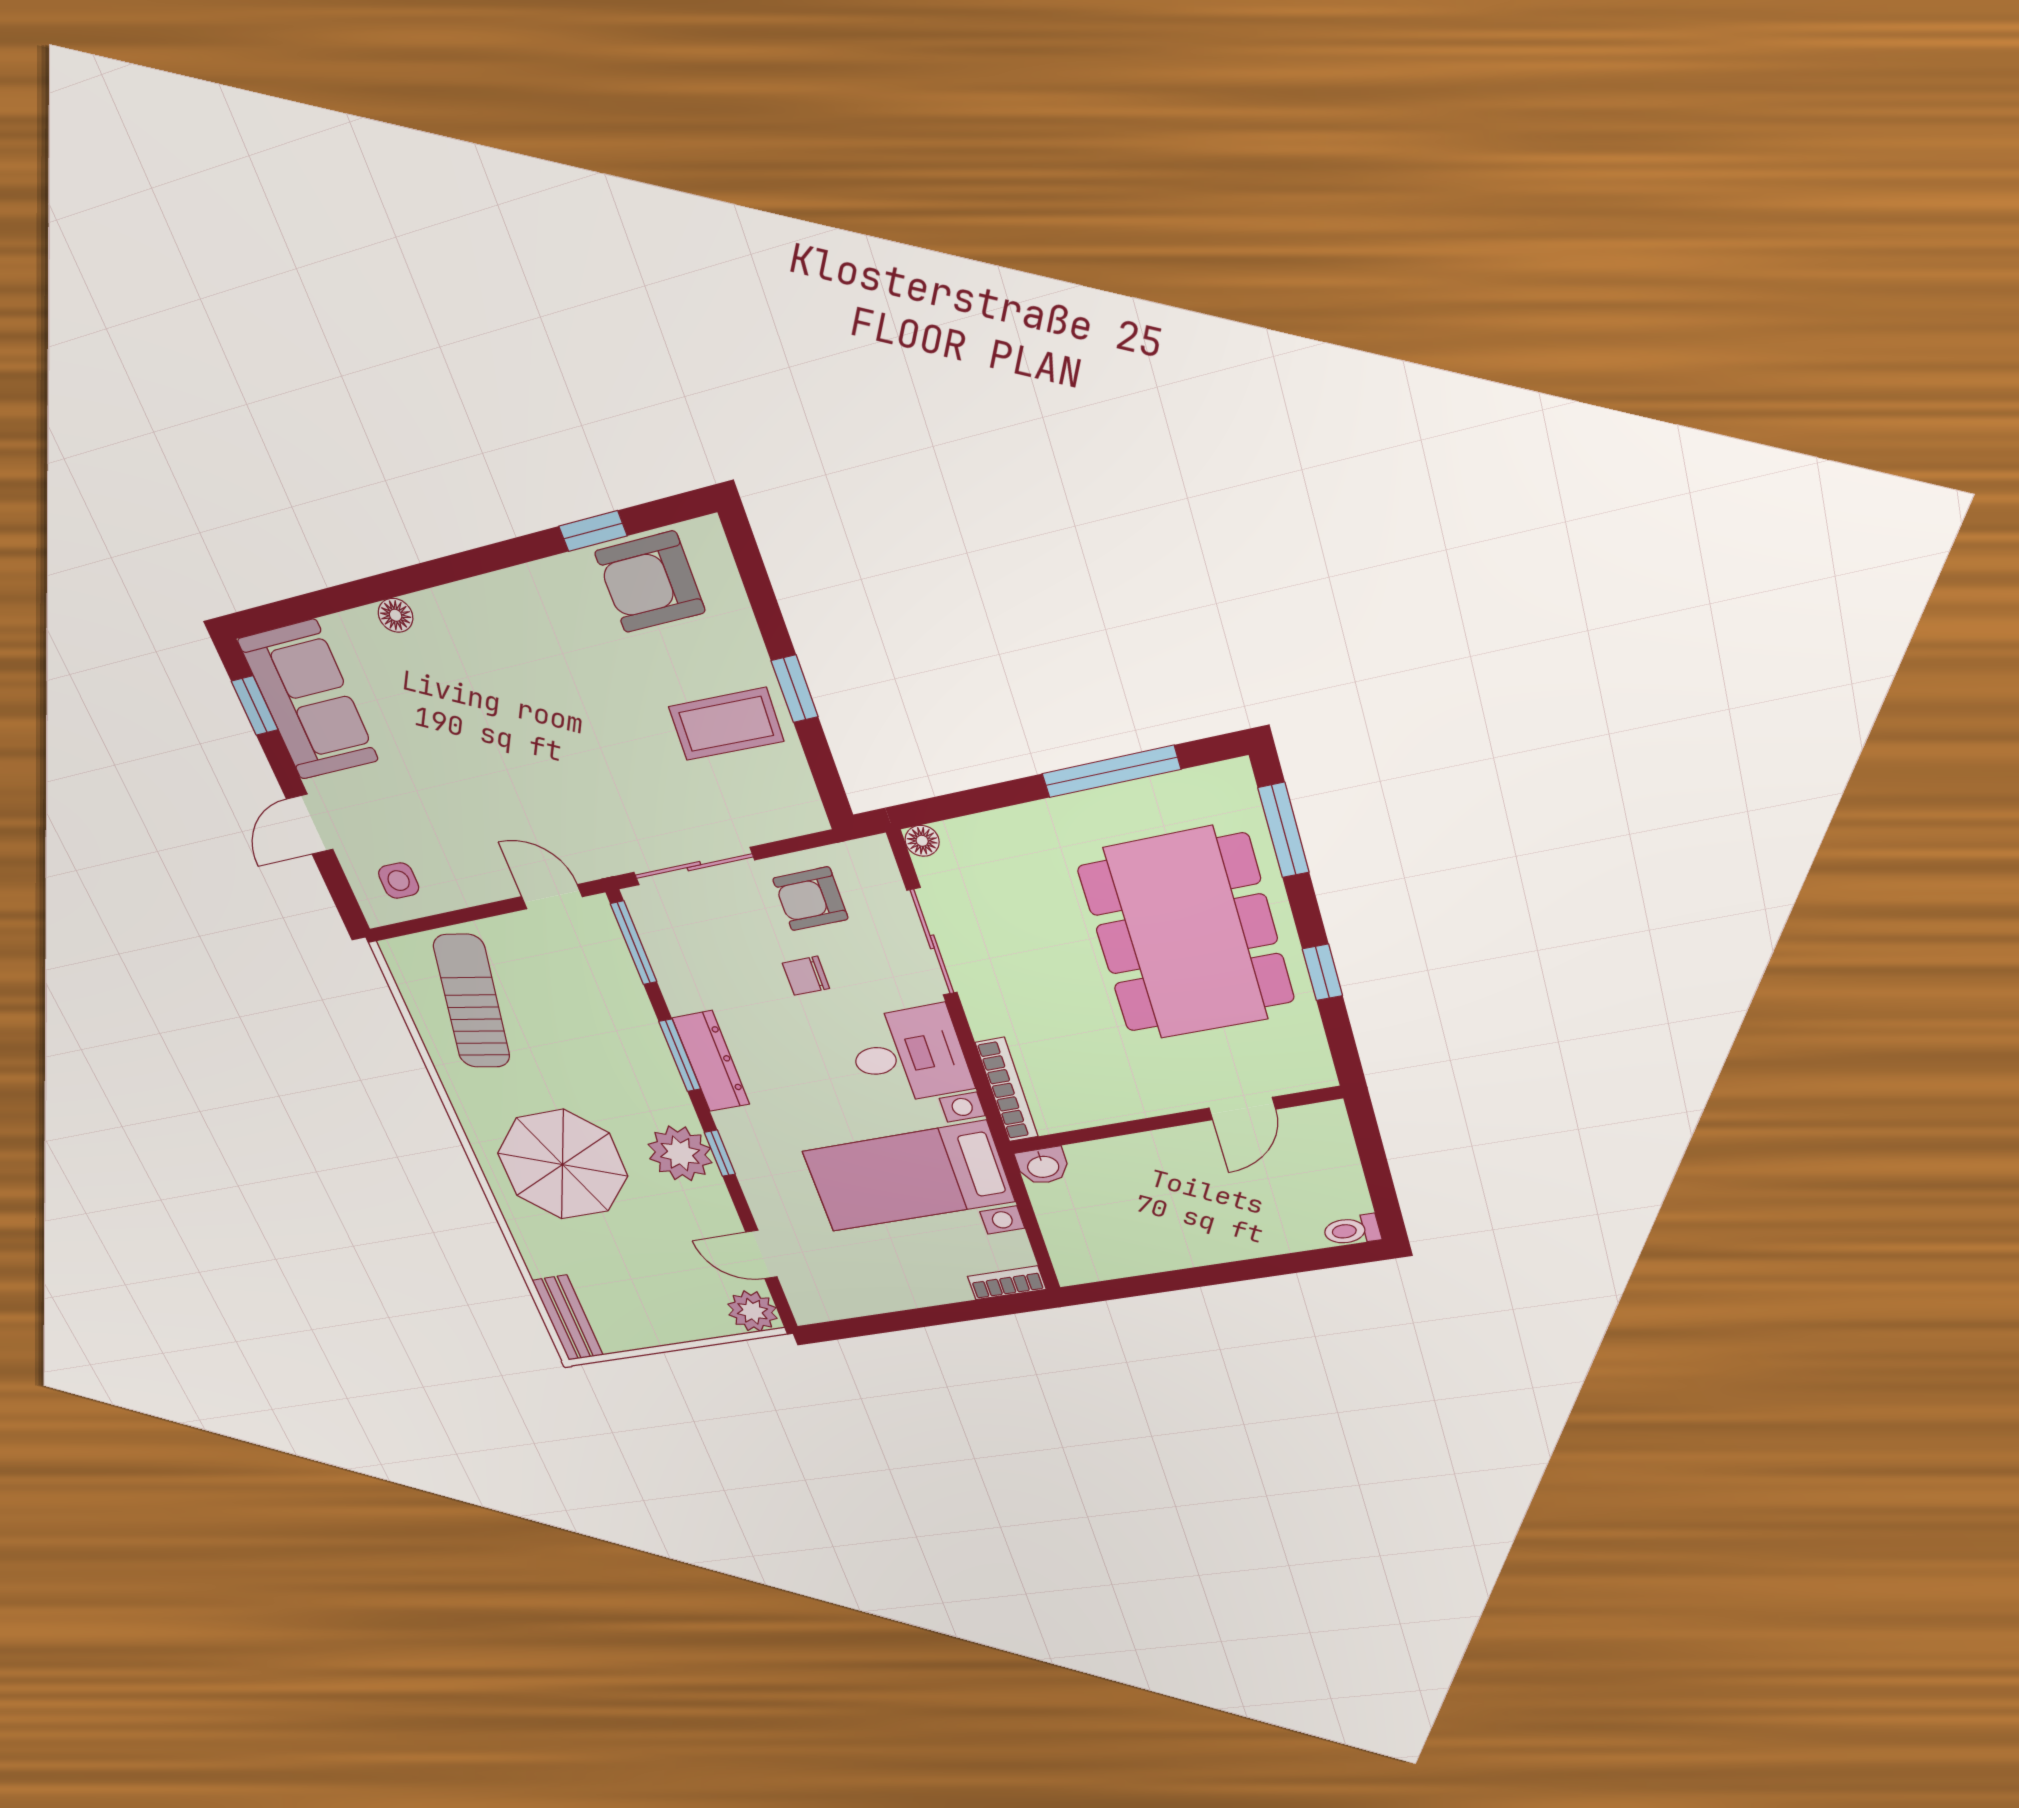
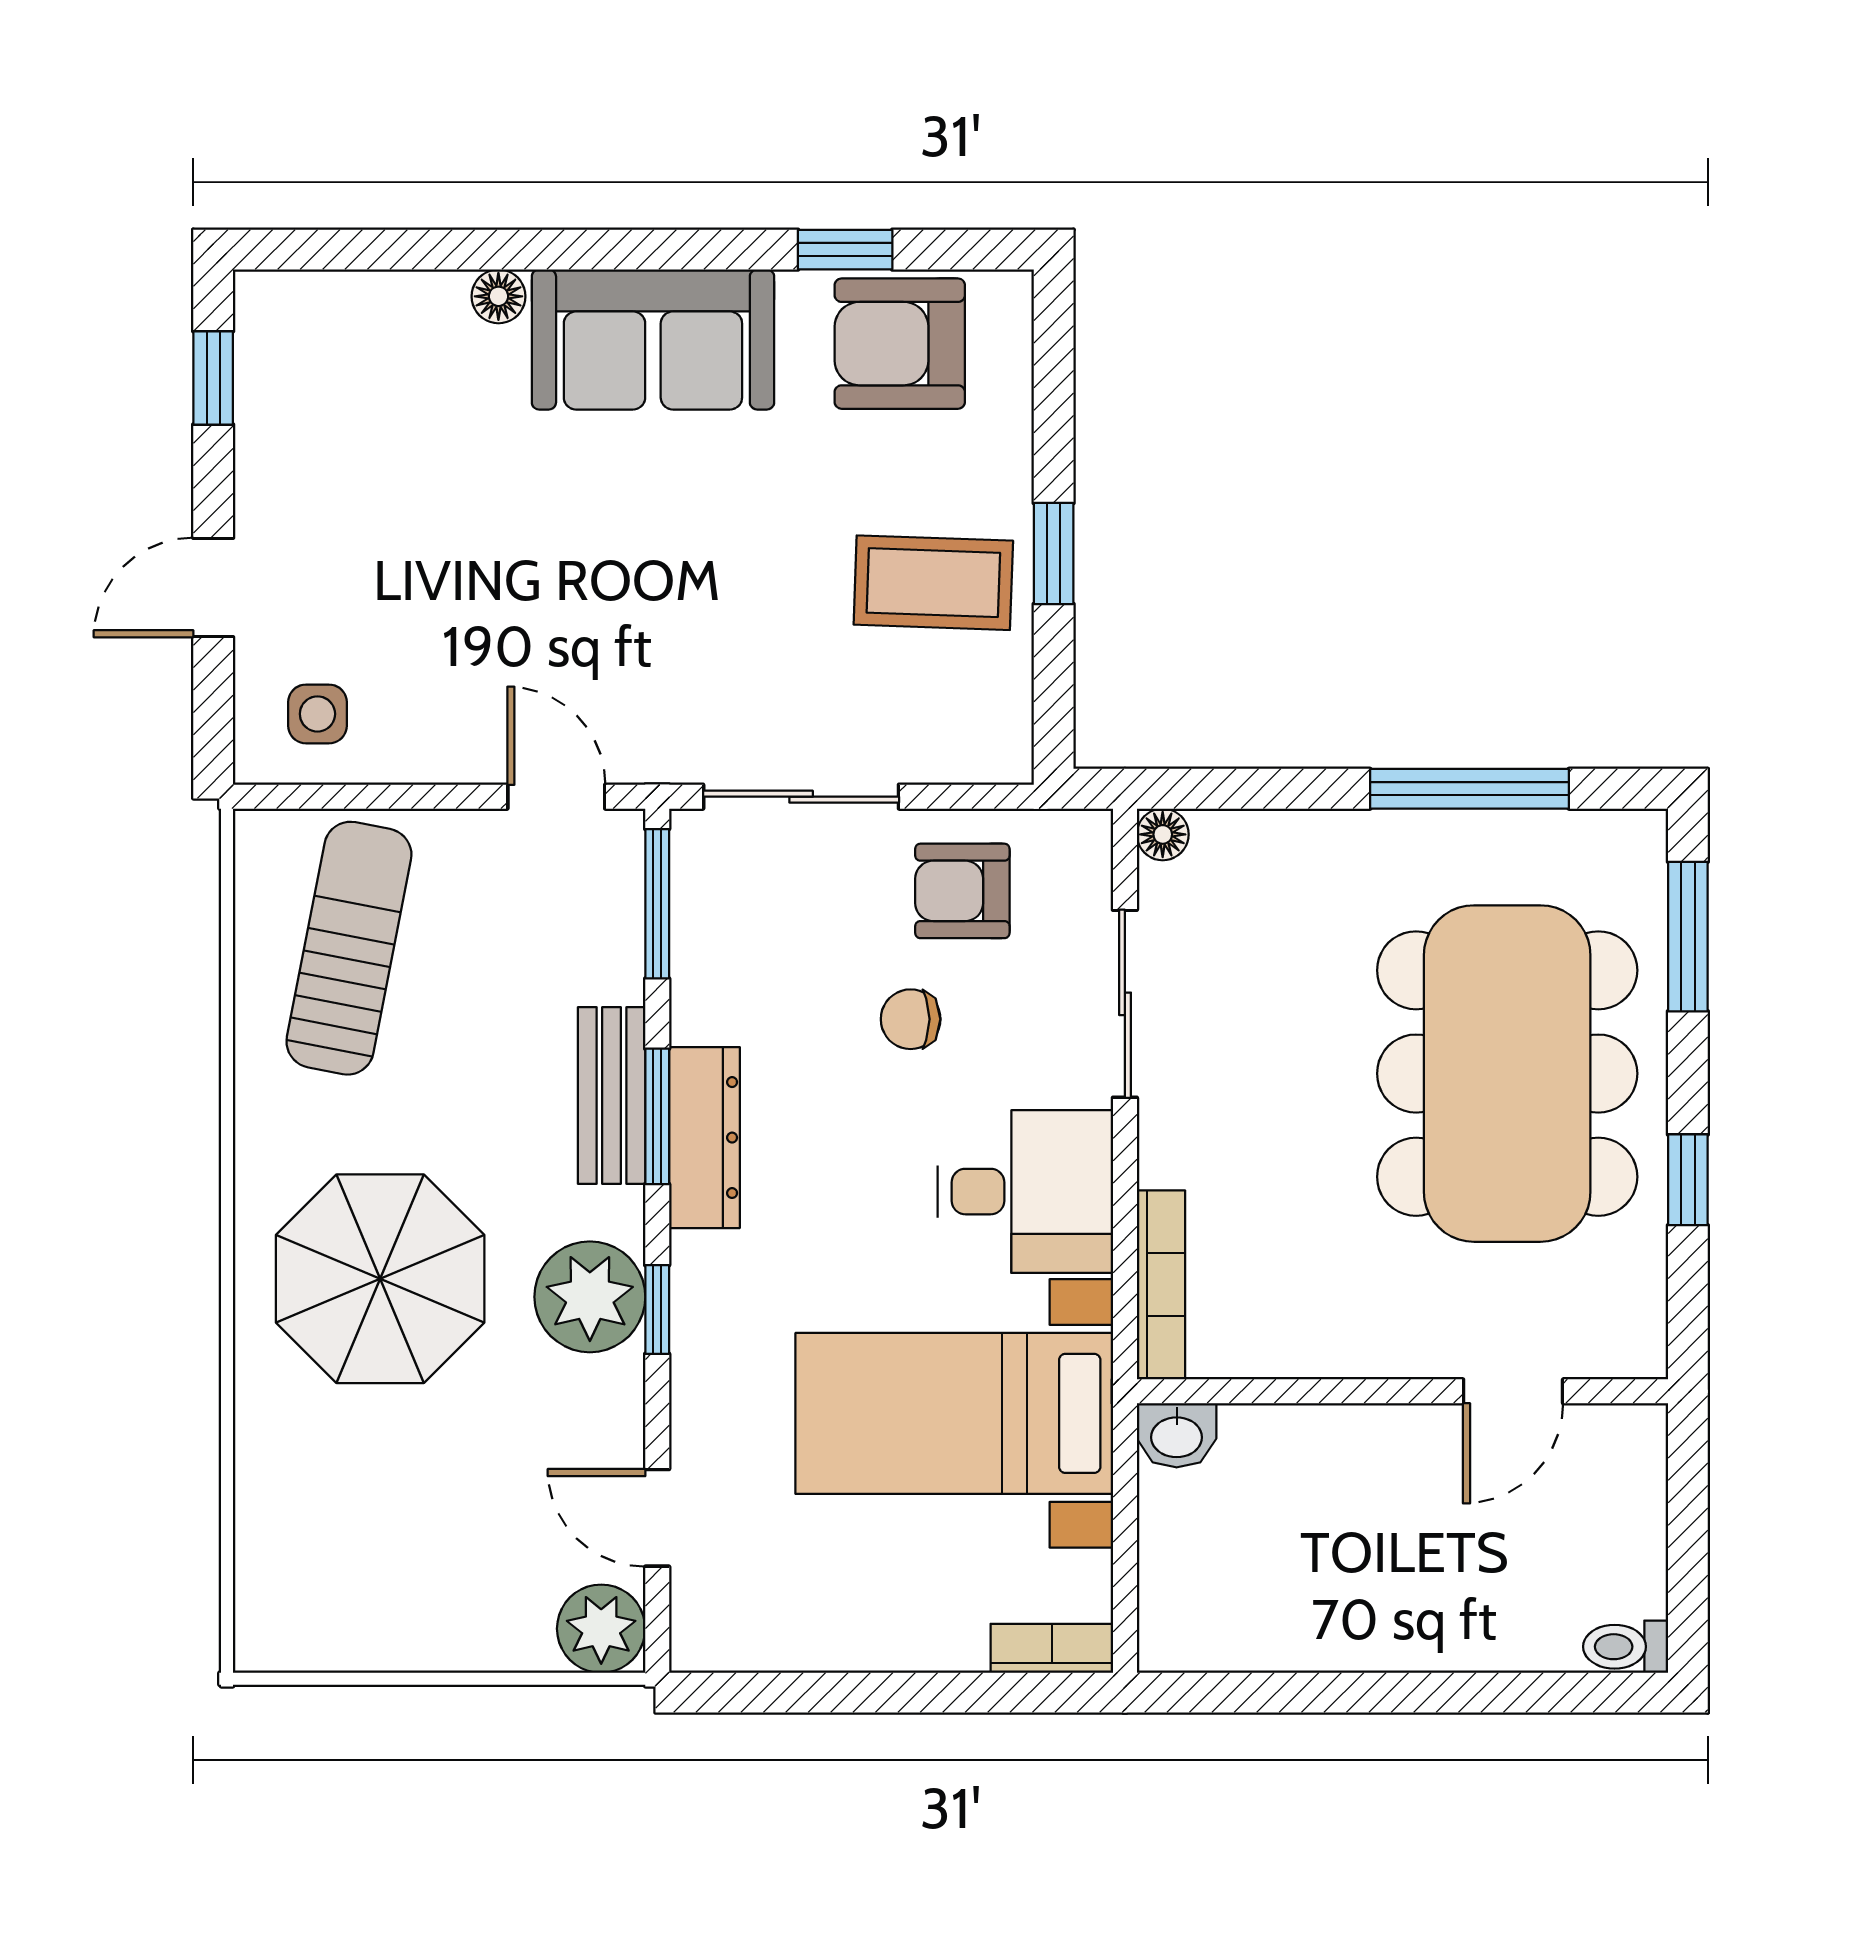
sofa: (308, 700) -> (653, 339), moved, turned 90
bench: (568, 1318) -> (612, 1096), moved

